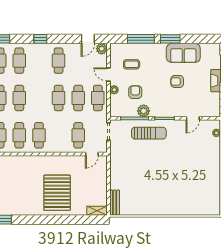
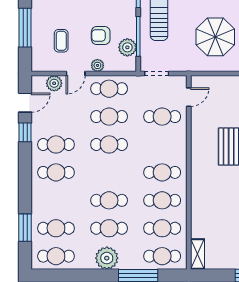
window: (40, 39) -> (25, 132), moved
door: (88, 39) -> (25, 103), hinge flipped
plant: (102, 49) -> (54, 83), moved
cafe table: (19, 61) -> (56, 172), moved
plant: (144, 111) -> (127, 47), moved
door: (92, 154) -> (189, 97), hinge flipped
parasol: (134, 173) -> (215, 37), added

